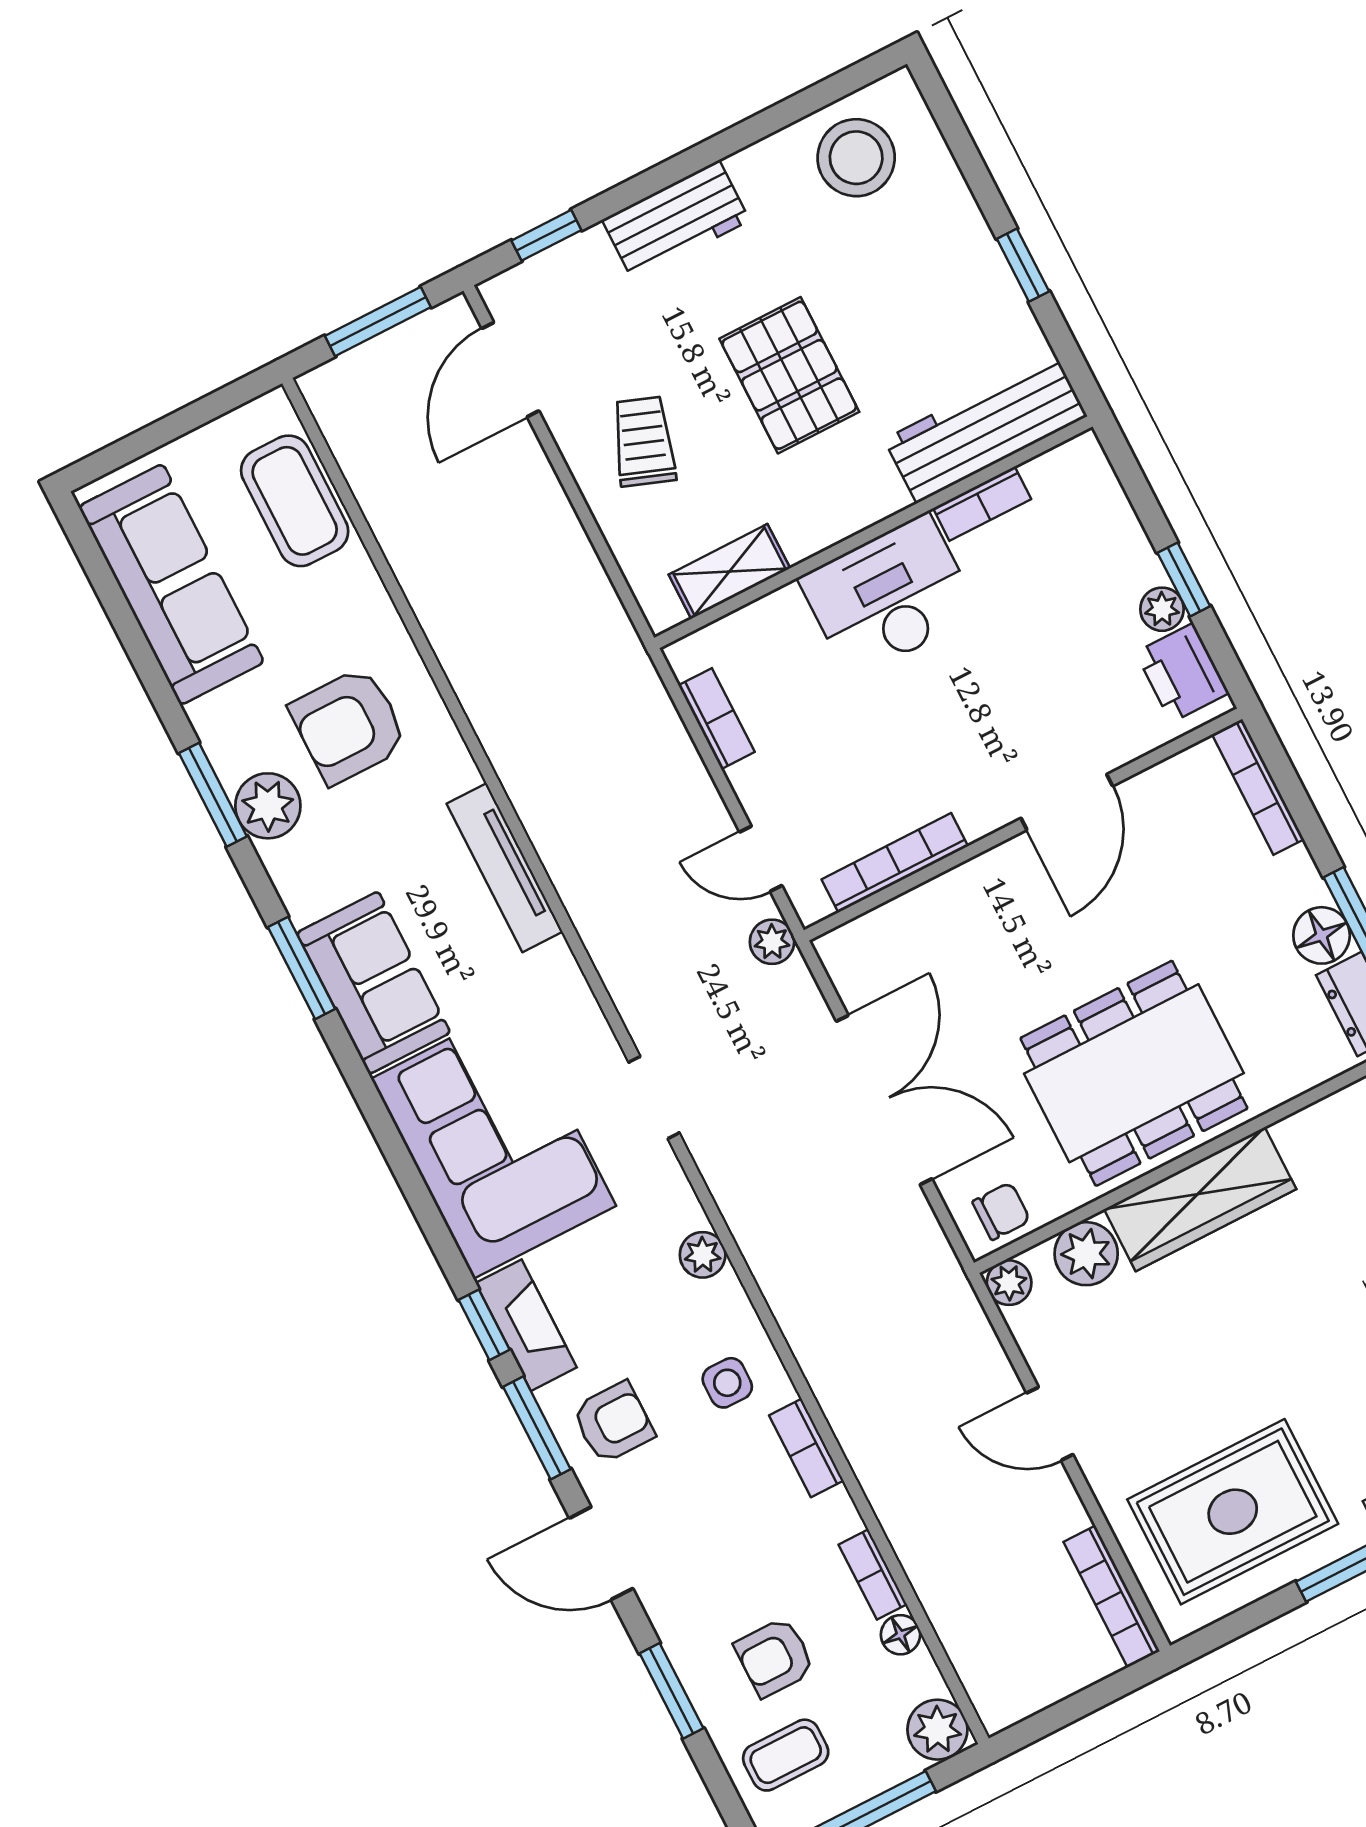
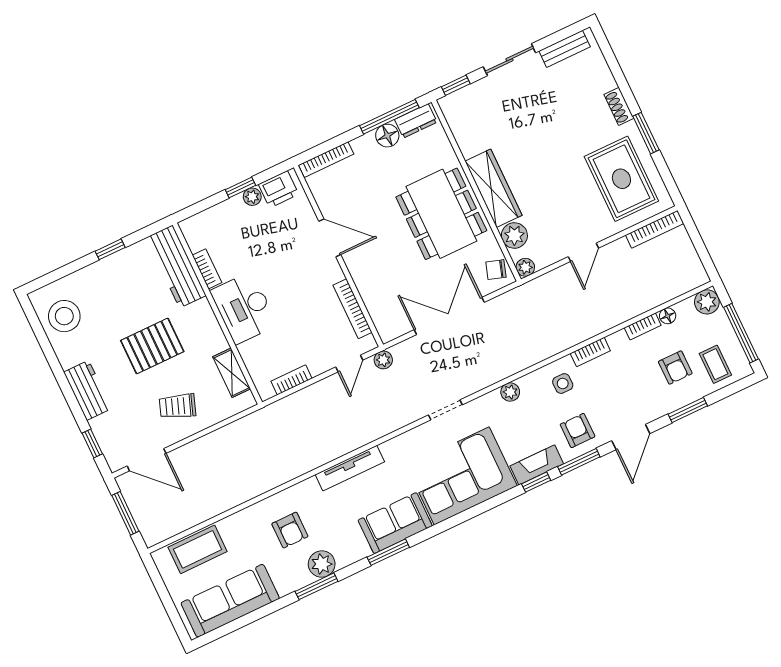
armchair: (349, 726) -> (290, 530), width x0.72, depth x0.72
chair: (1001, 1211) -> (496, 270), turned -72

